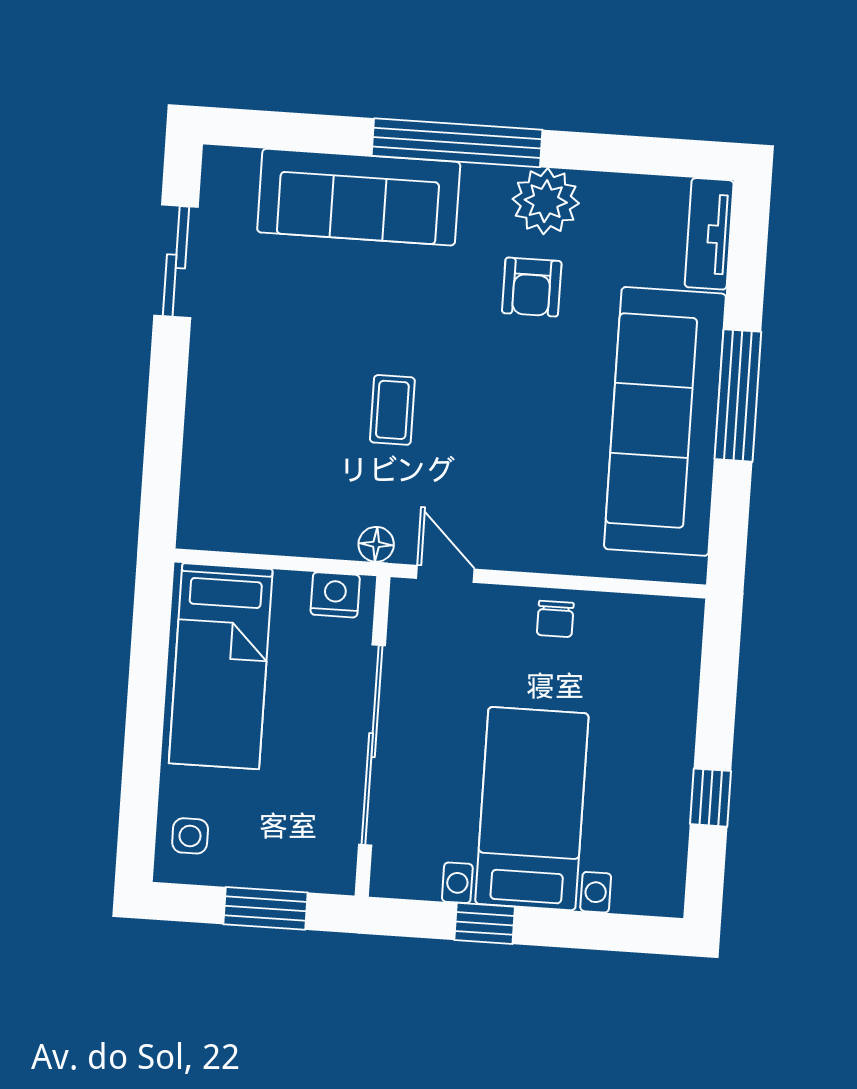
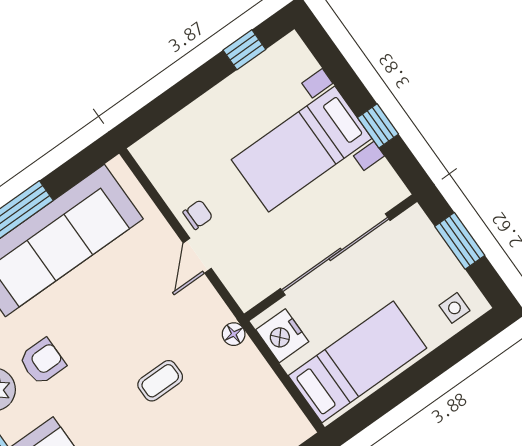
door: (445, 574) -> (197, 256), moved
nightstand: (335, 595) -> (282, 336), width x1.36, depth x1.33
window: (711, 798) -> (244, 50), moved

